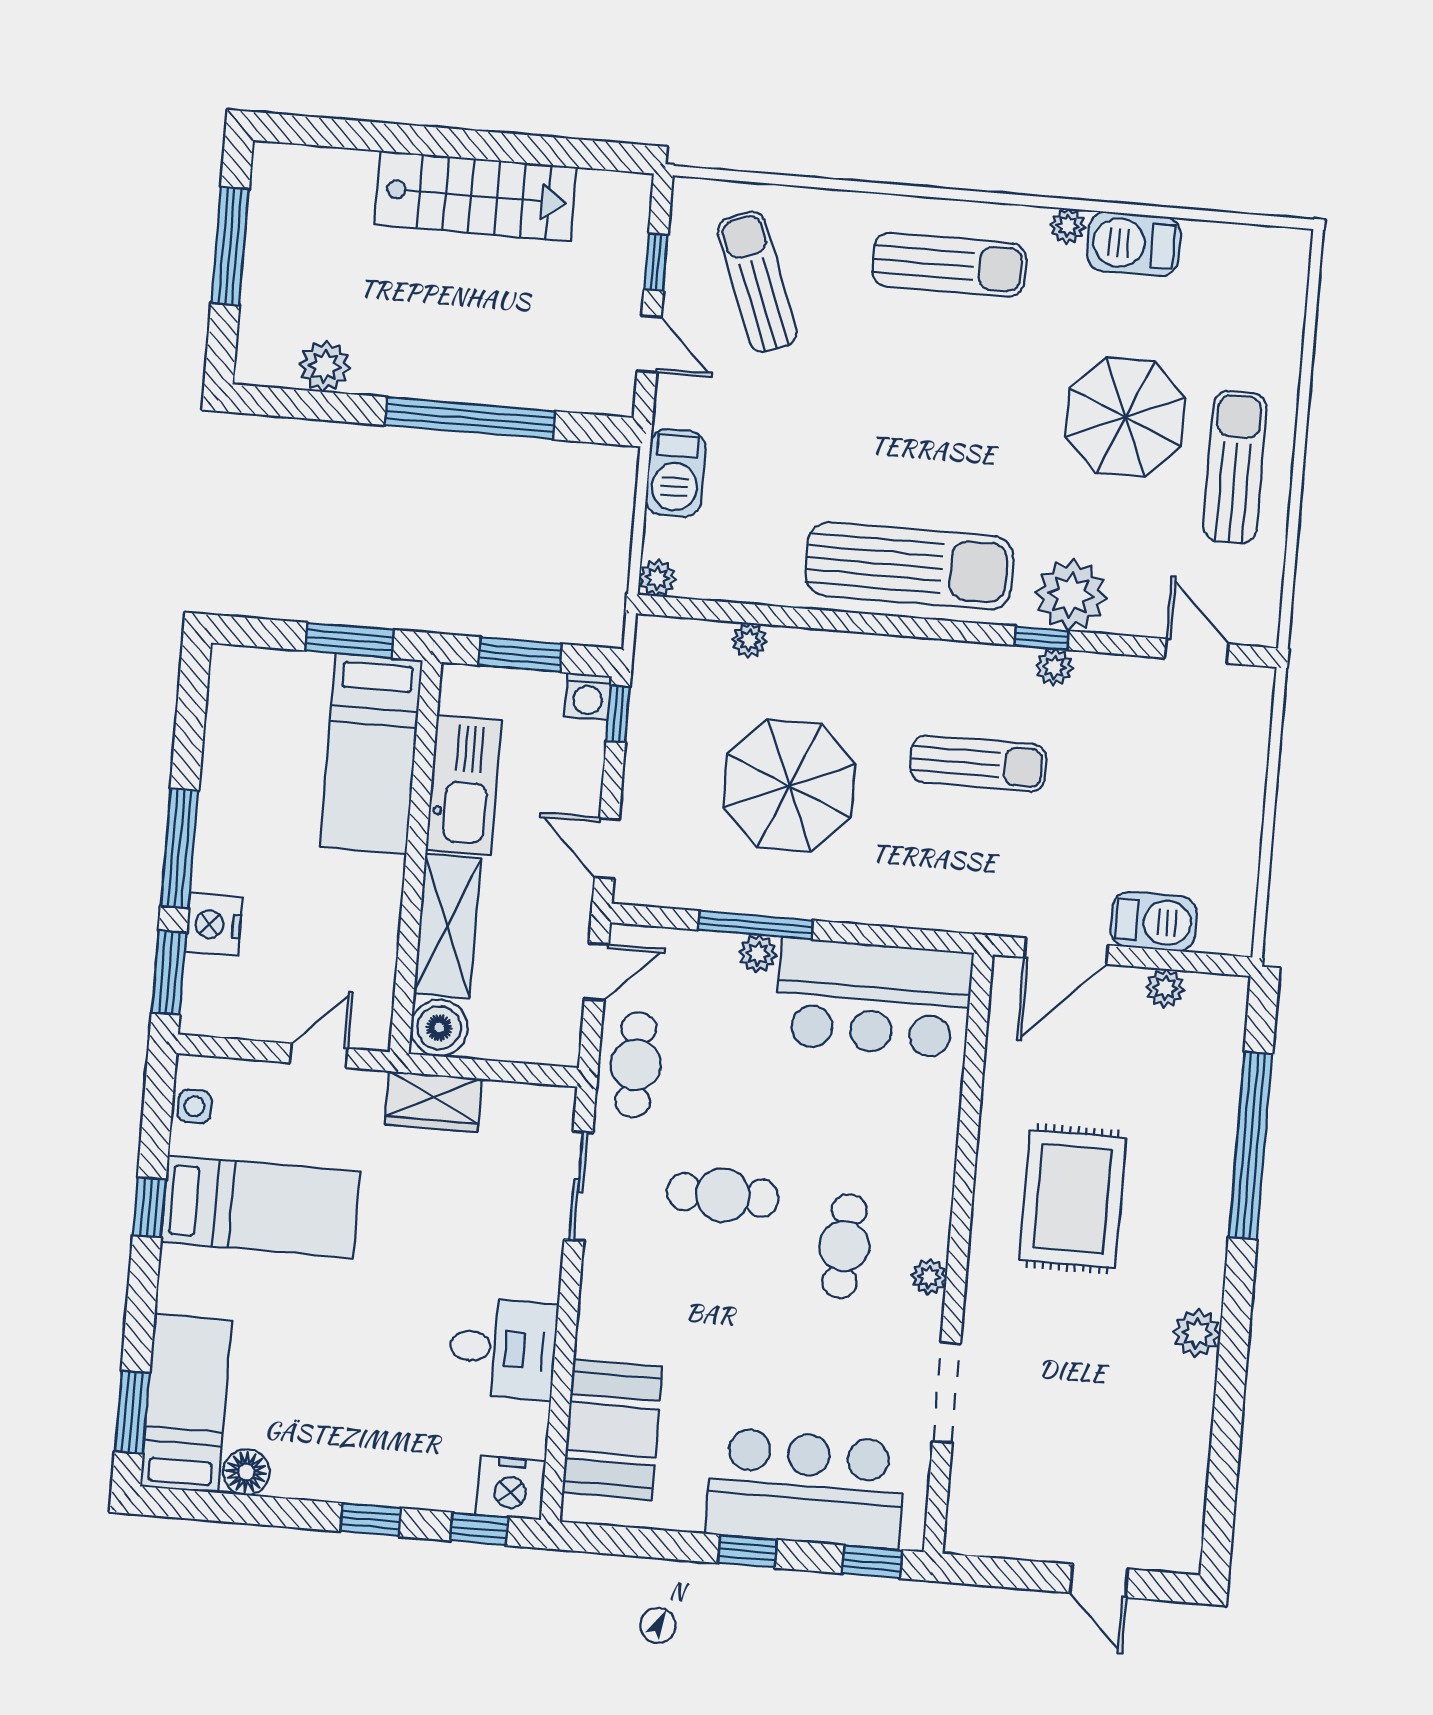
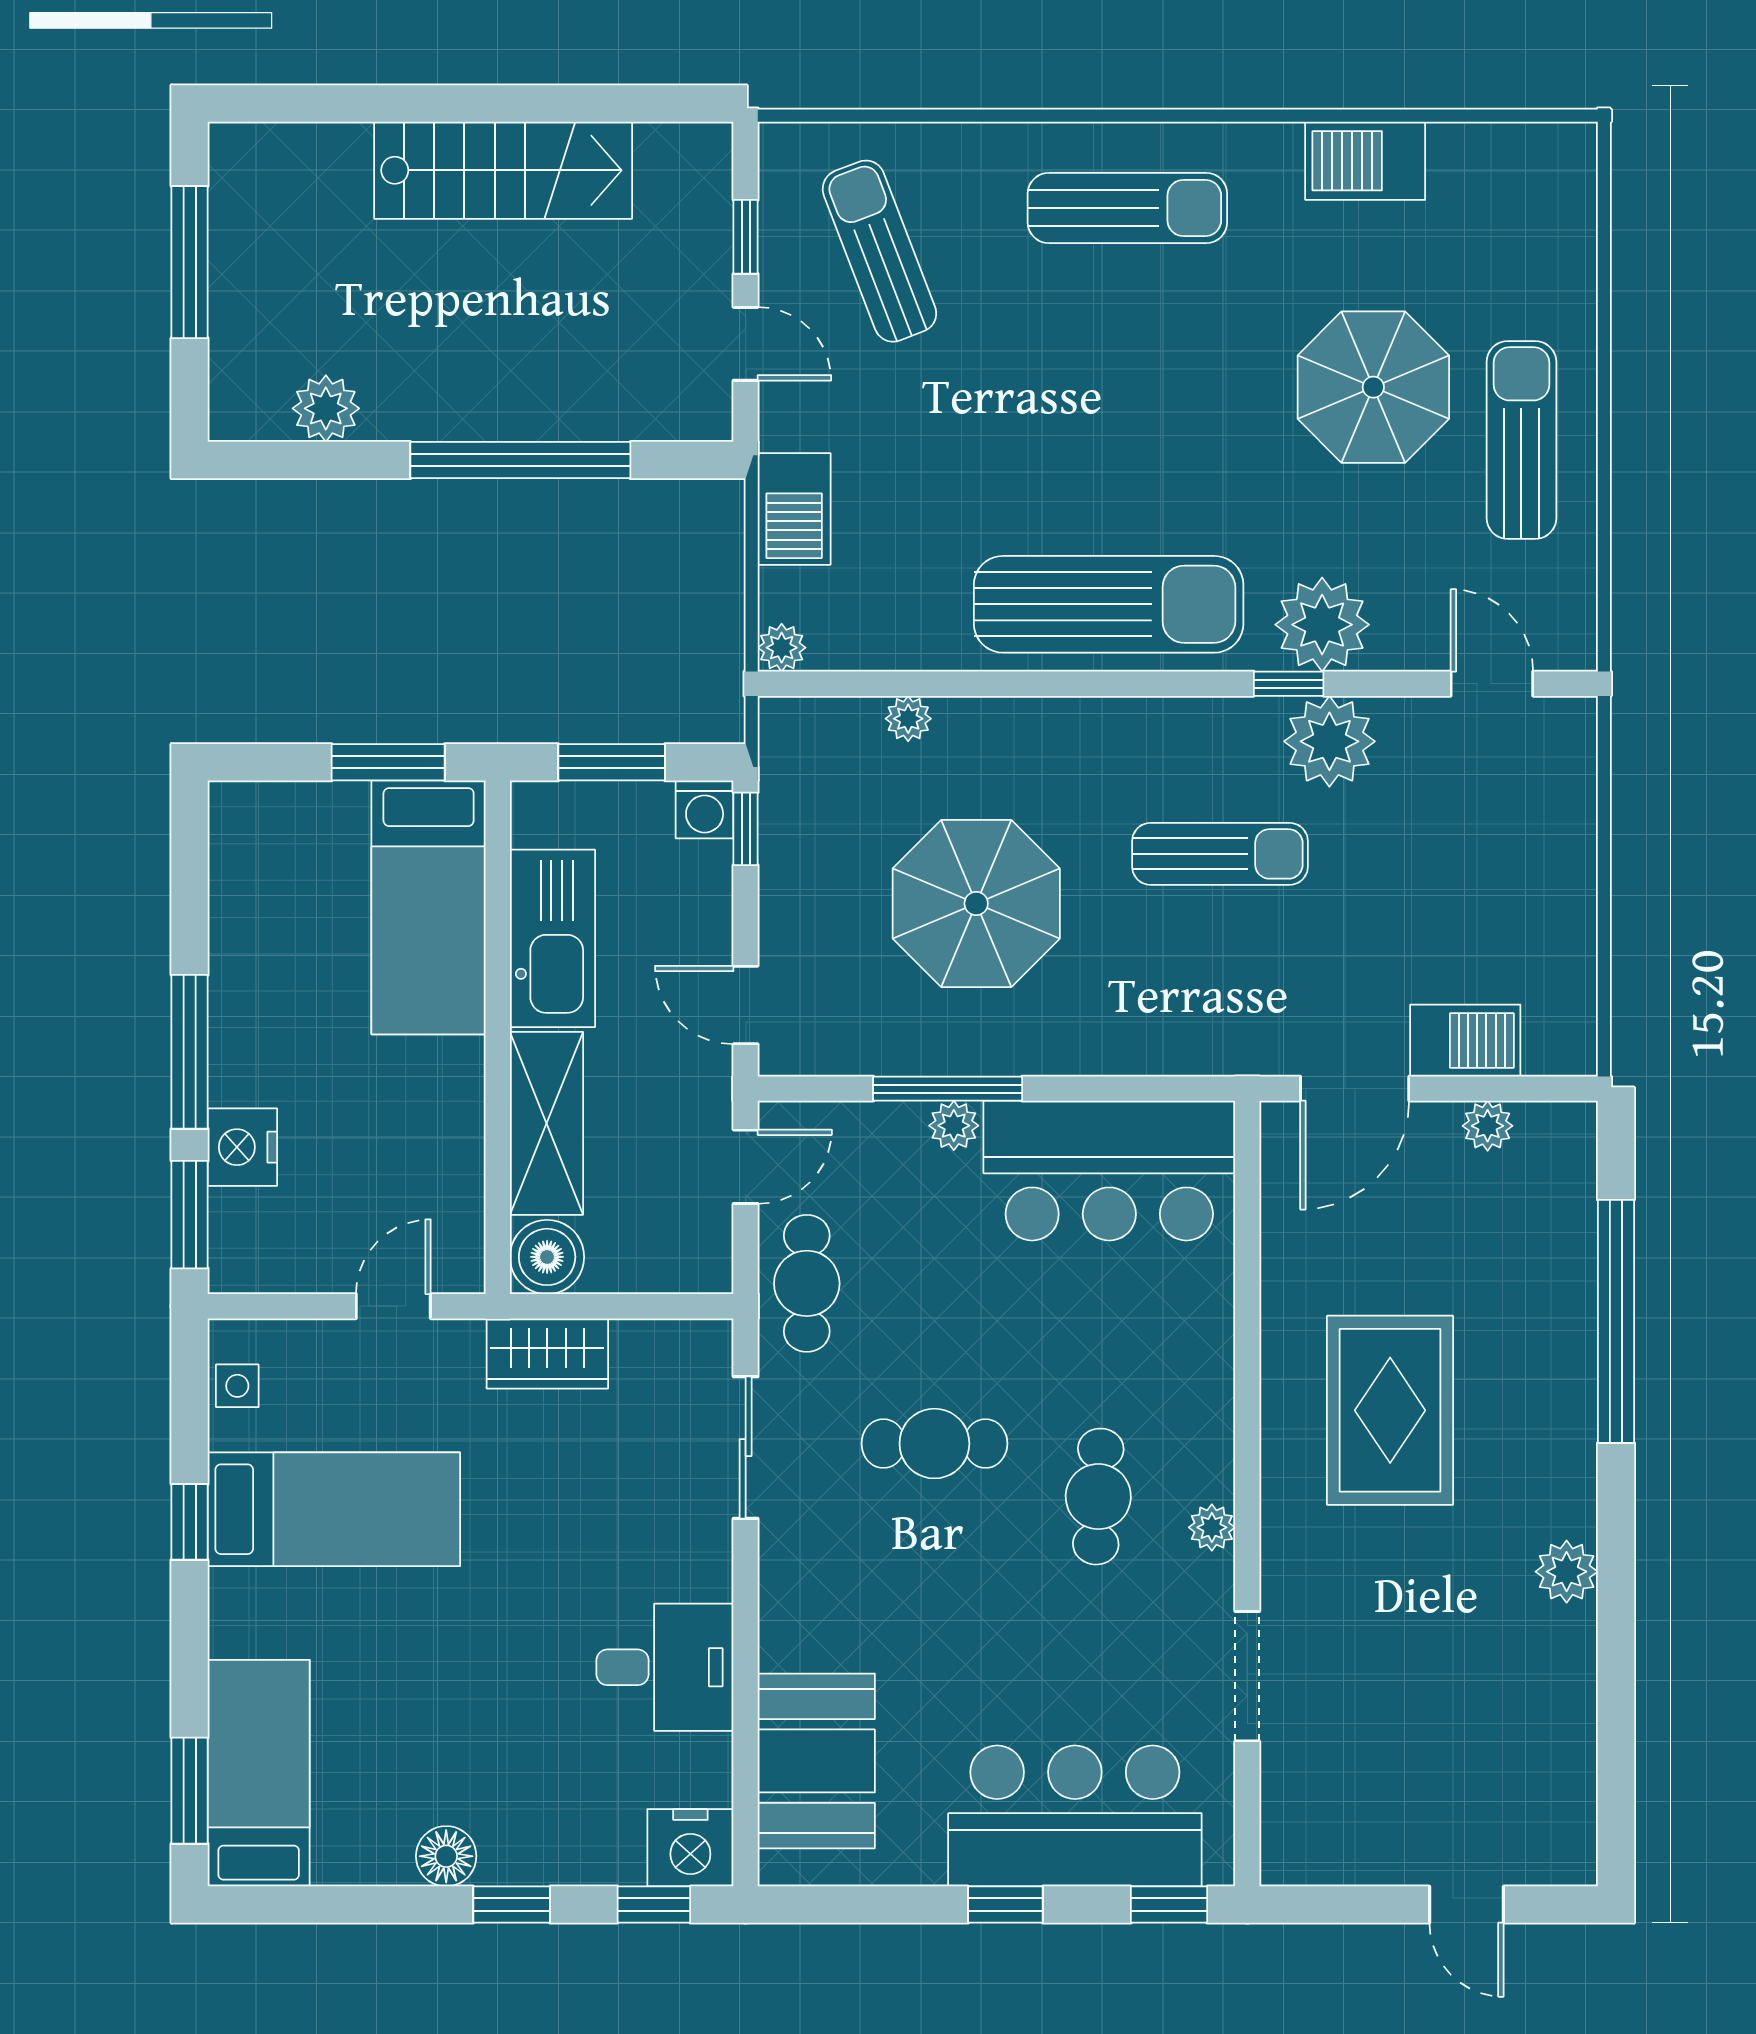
plant: (1068, 226) -> (1277, 145), removed
plant: (1054, 667) -> (1329, 741), width x1.88, depth x1.88
floor lamp: (246, 1472) -> (446, 1856), moved

